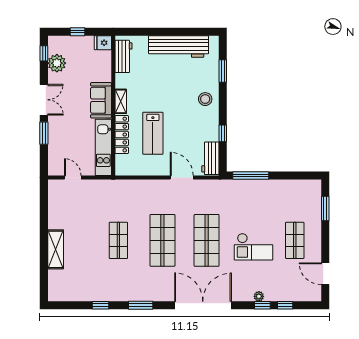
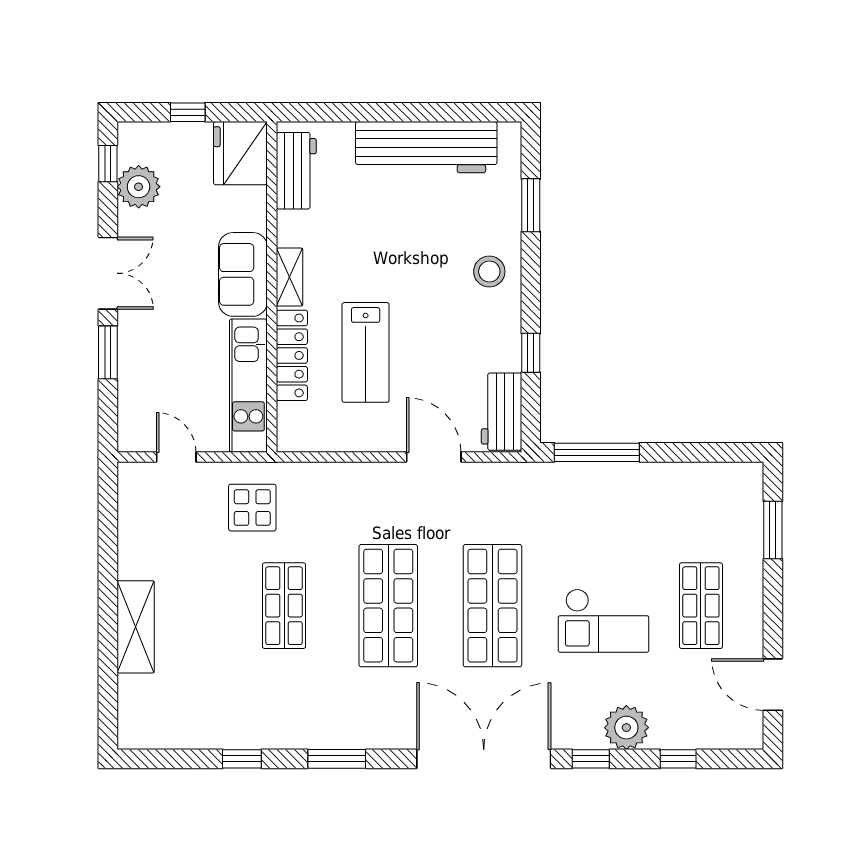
fridge: (103, 43) -> (240, 153), width x1.88, depth x1.34
display table: (105, 199) -> (252, 508), added
plant: (259, 296) -> (626, 728), width x1.87, depth x1.87
window: (262, 305) -> (591, 759), moved

